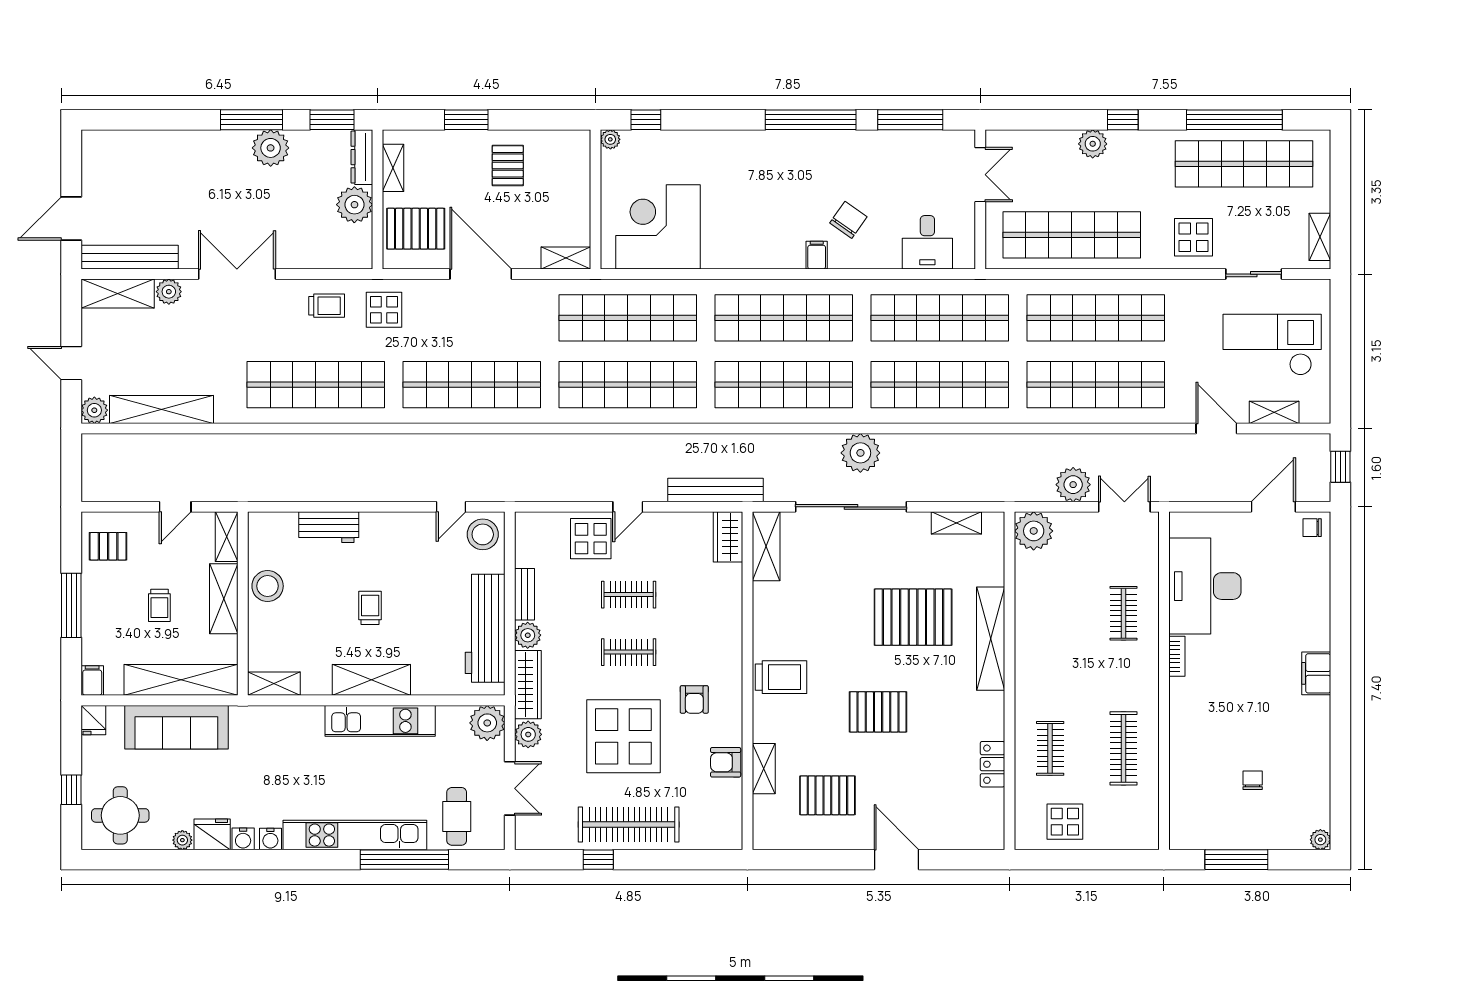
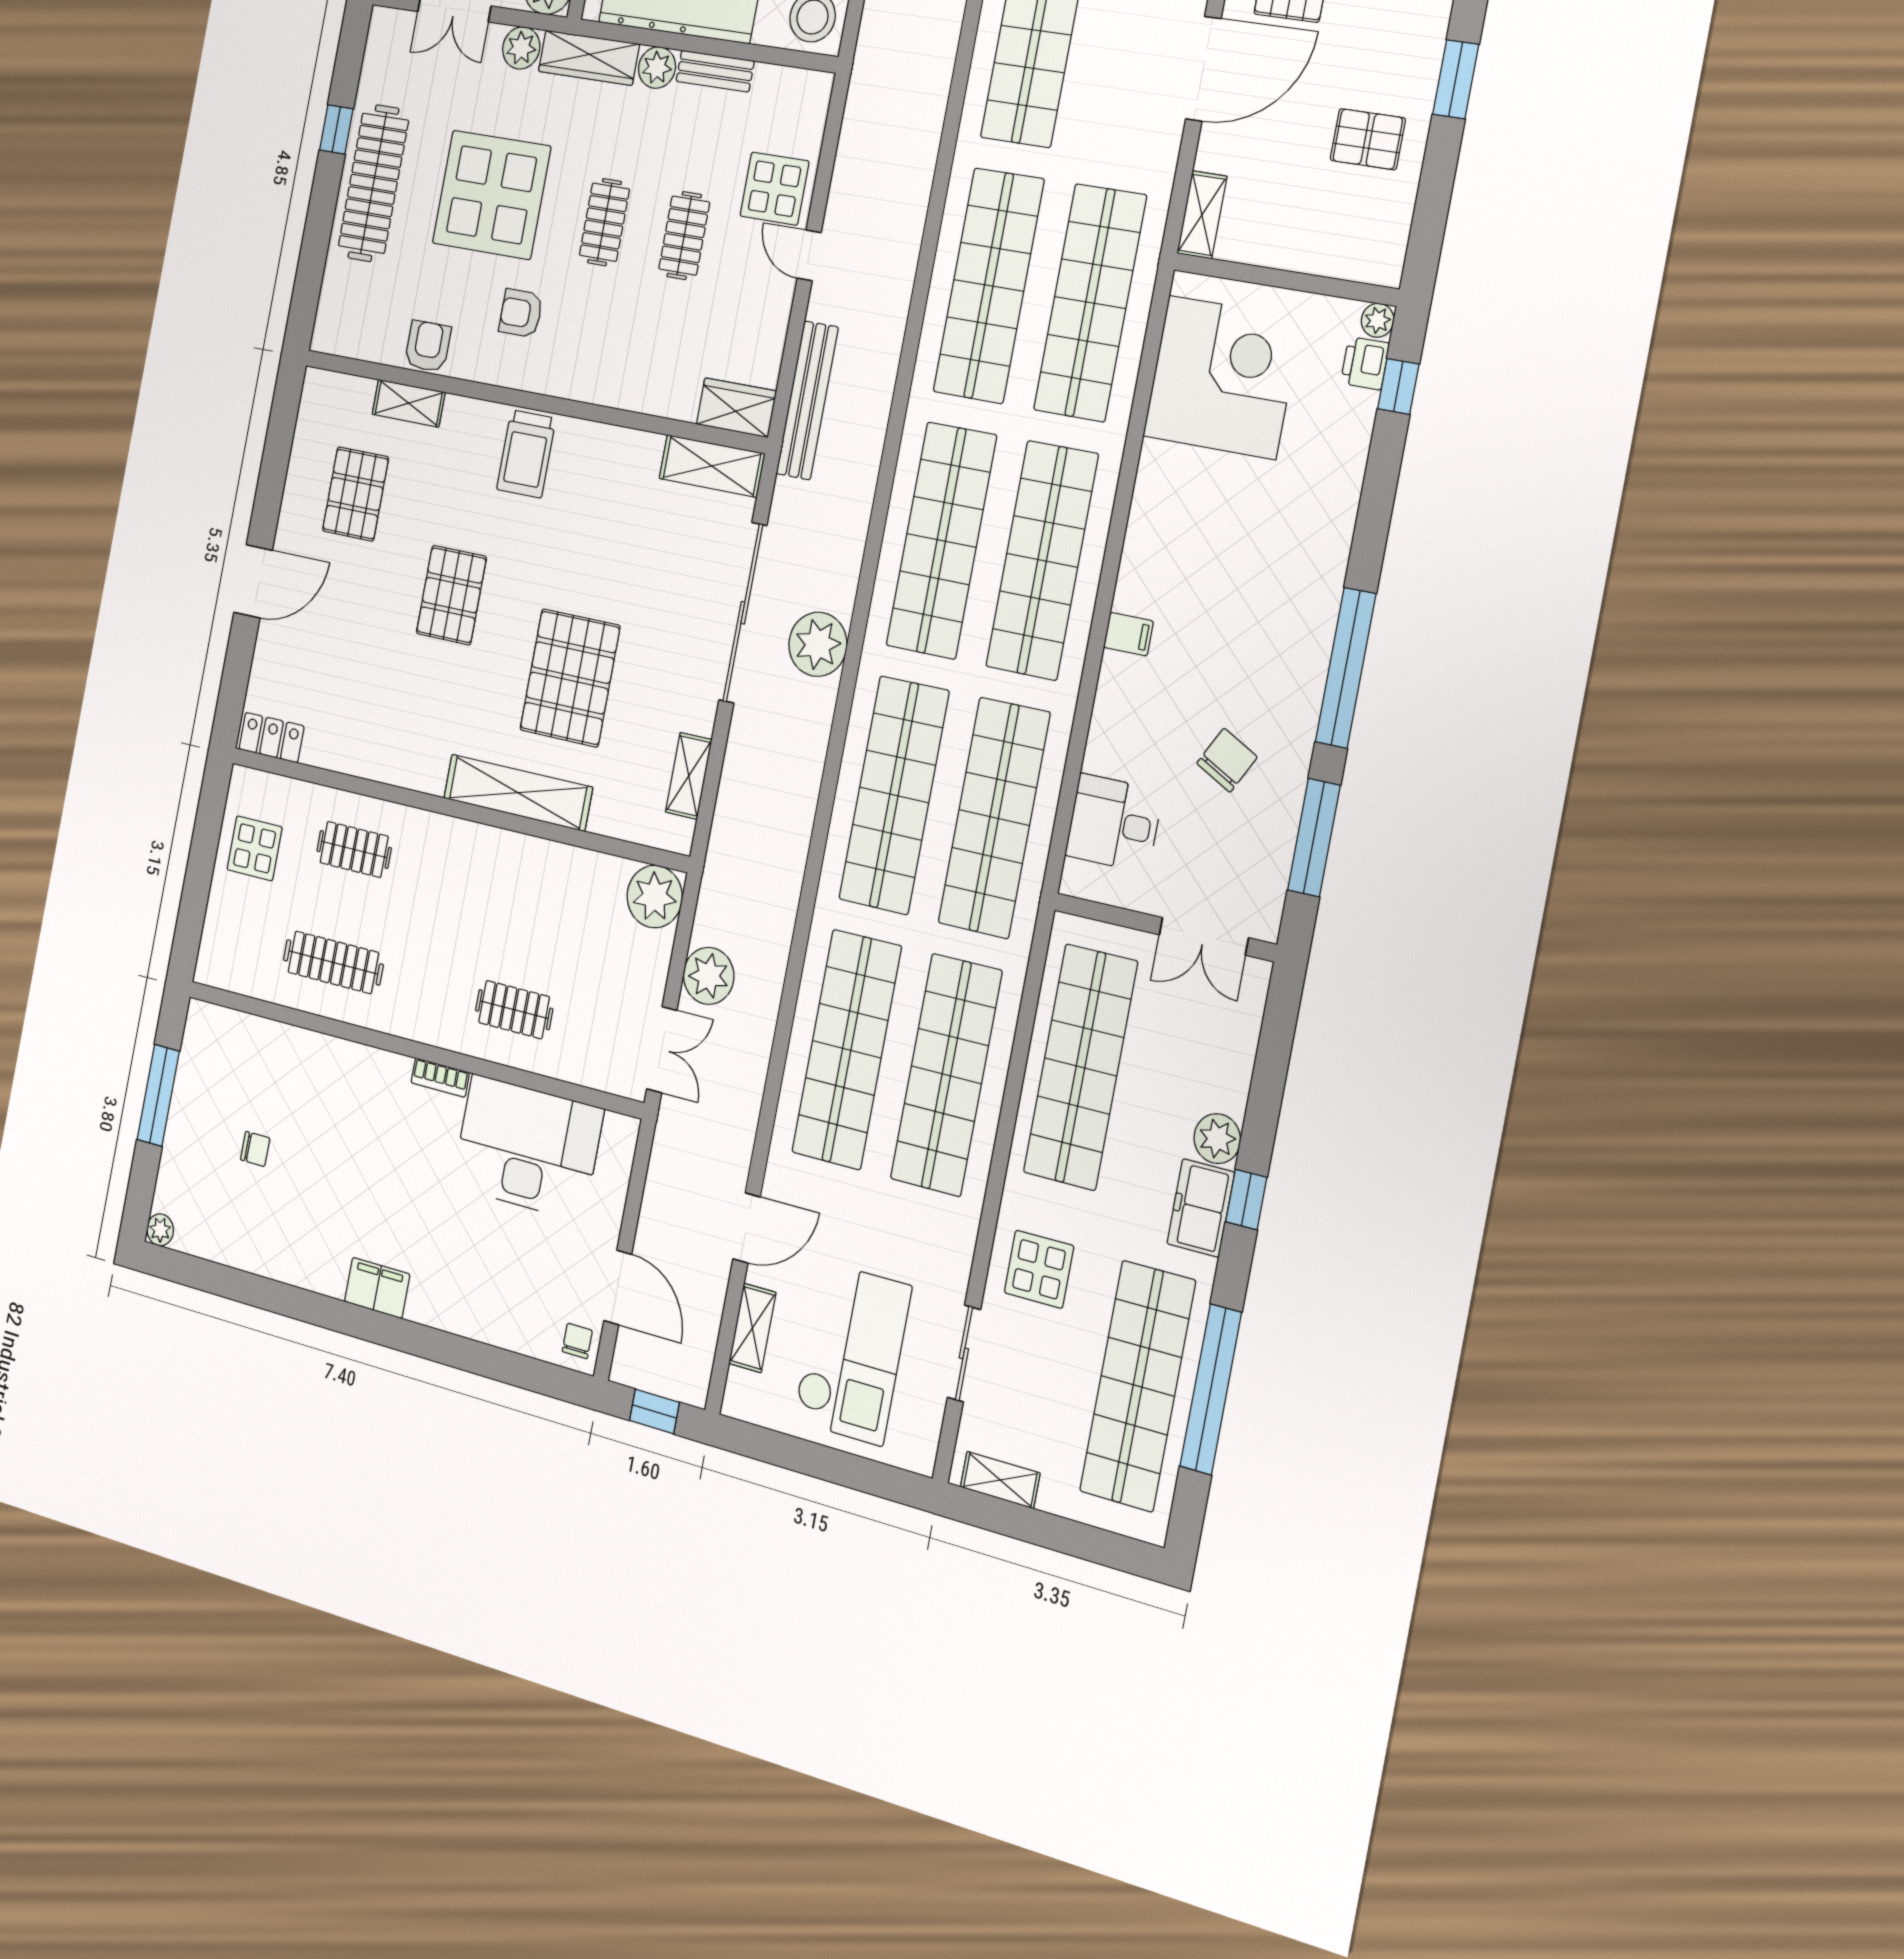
printer: (636, 142) -> (1365, 363), added
freezer: (1134, 146) -> (1201, 1208), added
chair: (848, 220) -> (1227, 760), moved, turned -97
locker: (993, 764) -> (272, 738), moved

